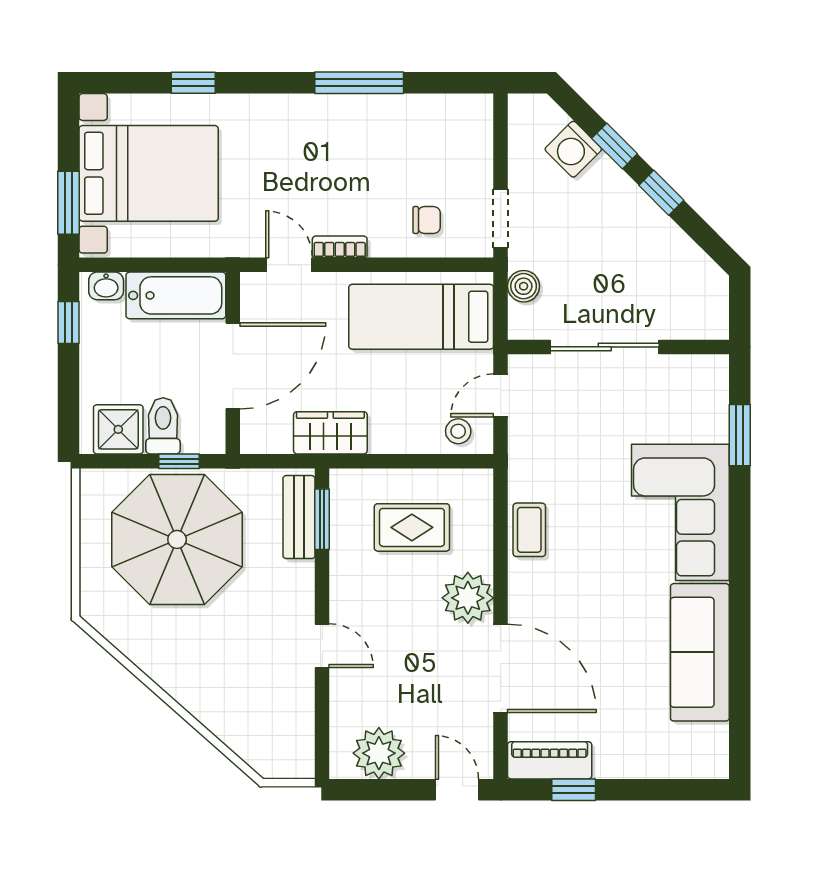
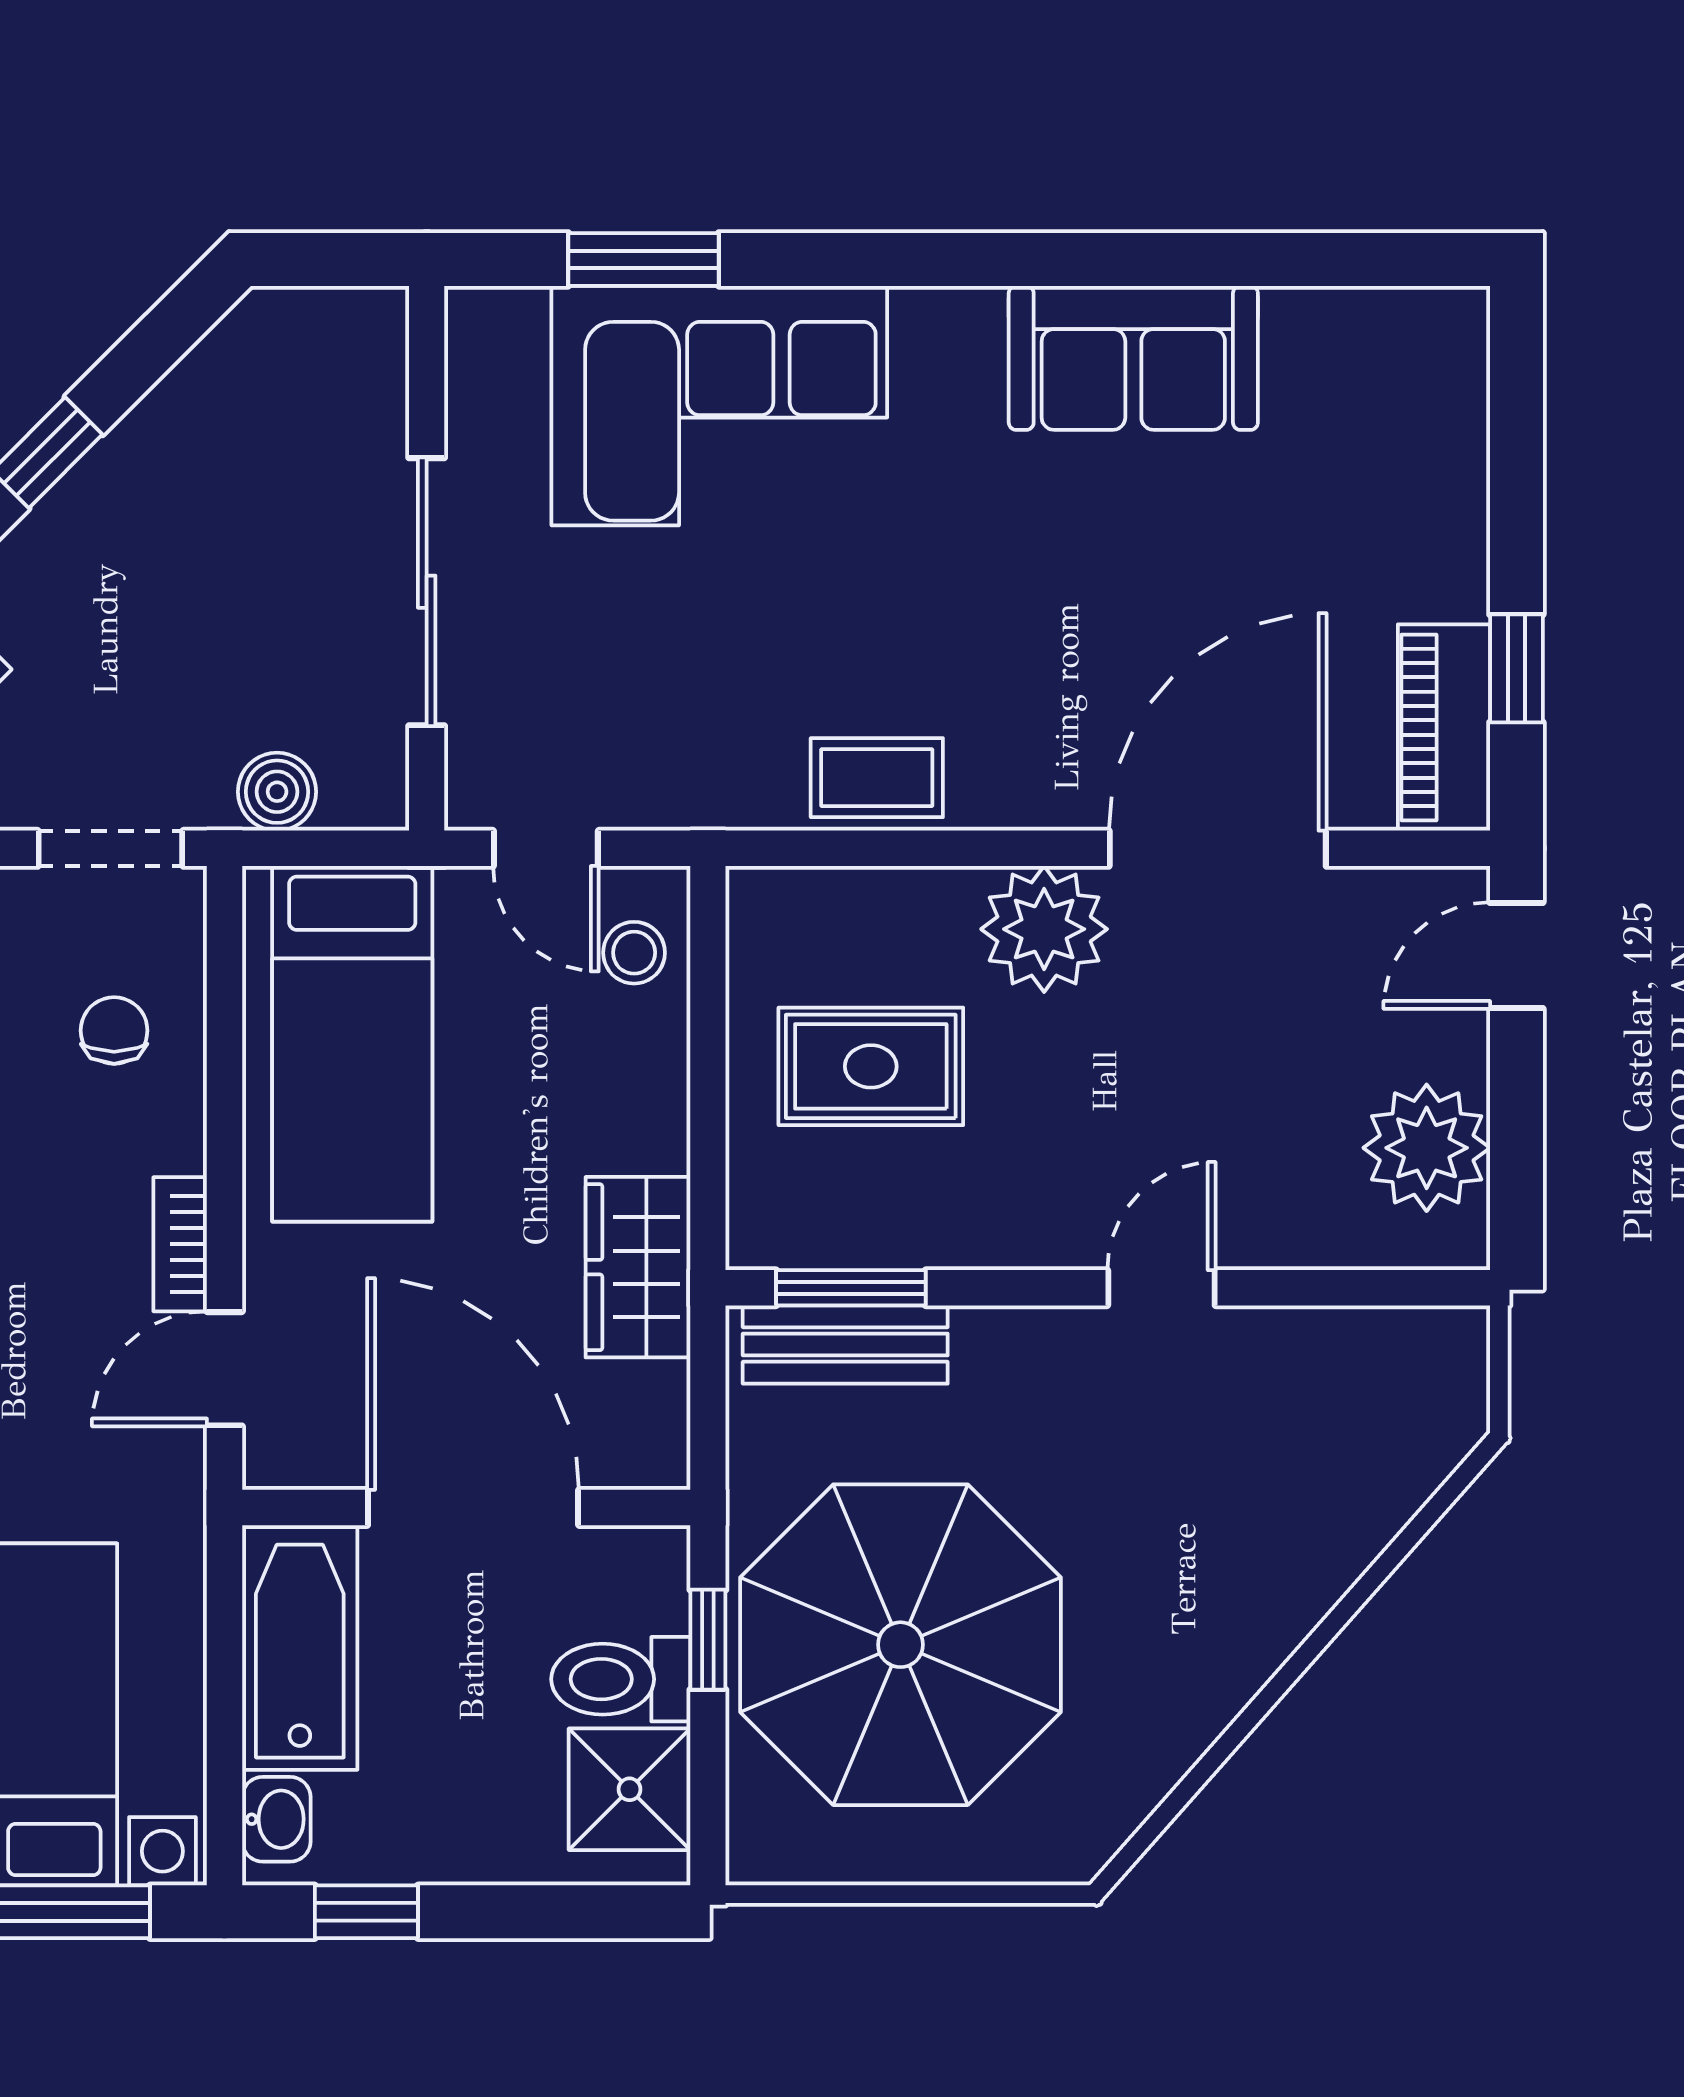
corner sofa: (680, 512) -> (719, 406), moved
rug: (412, 527) -> (871, 1066), turned 90
sofa: (700, 652) -> (1133, 358), width x0.73

